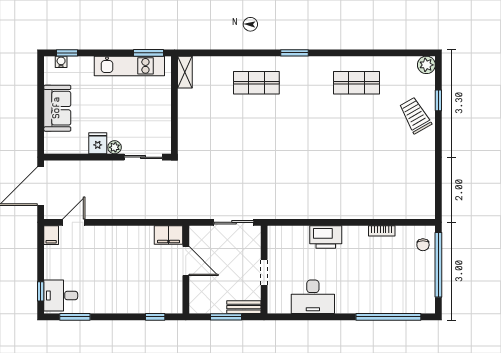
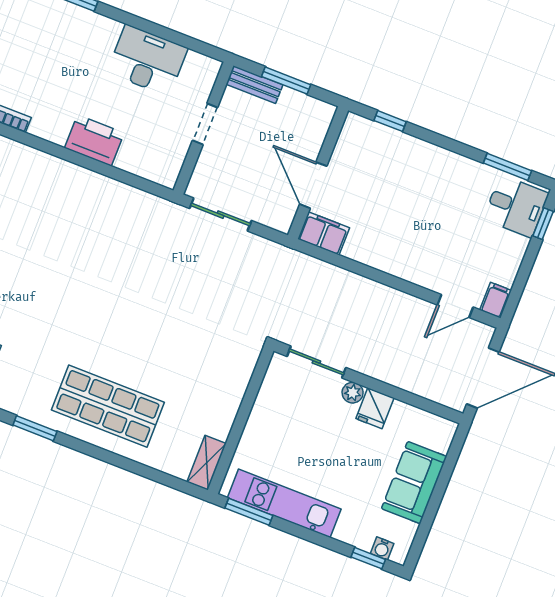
shop shelf: (256, 83) -> (108, 406), width x1.43, depth x1.36

